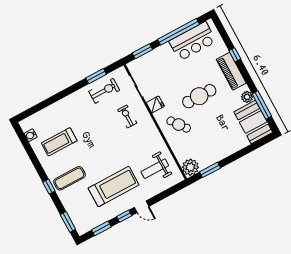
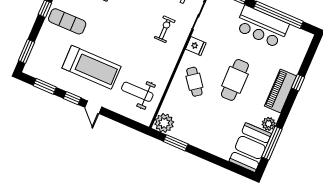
bar counter: (193, 41) -> (262, 27), moved
cafe table: (199, 96) -> (235, 80), turned 90

